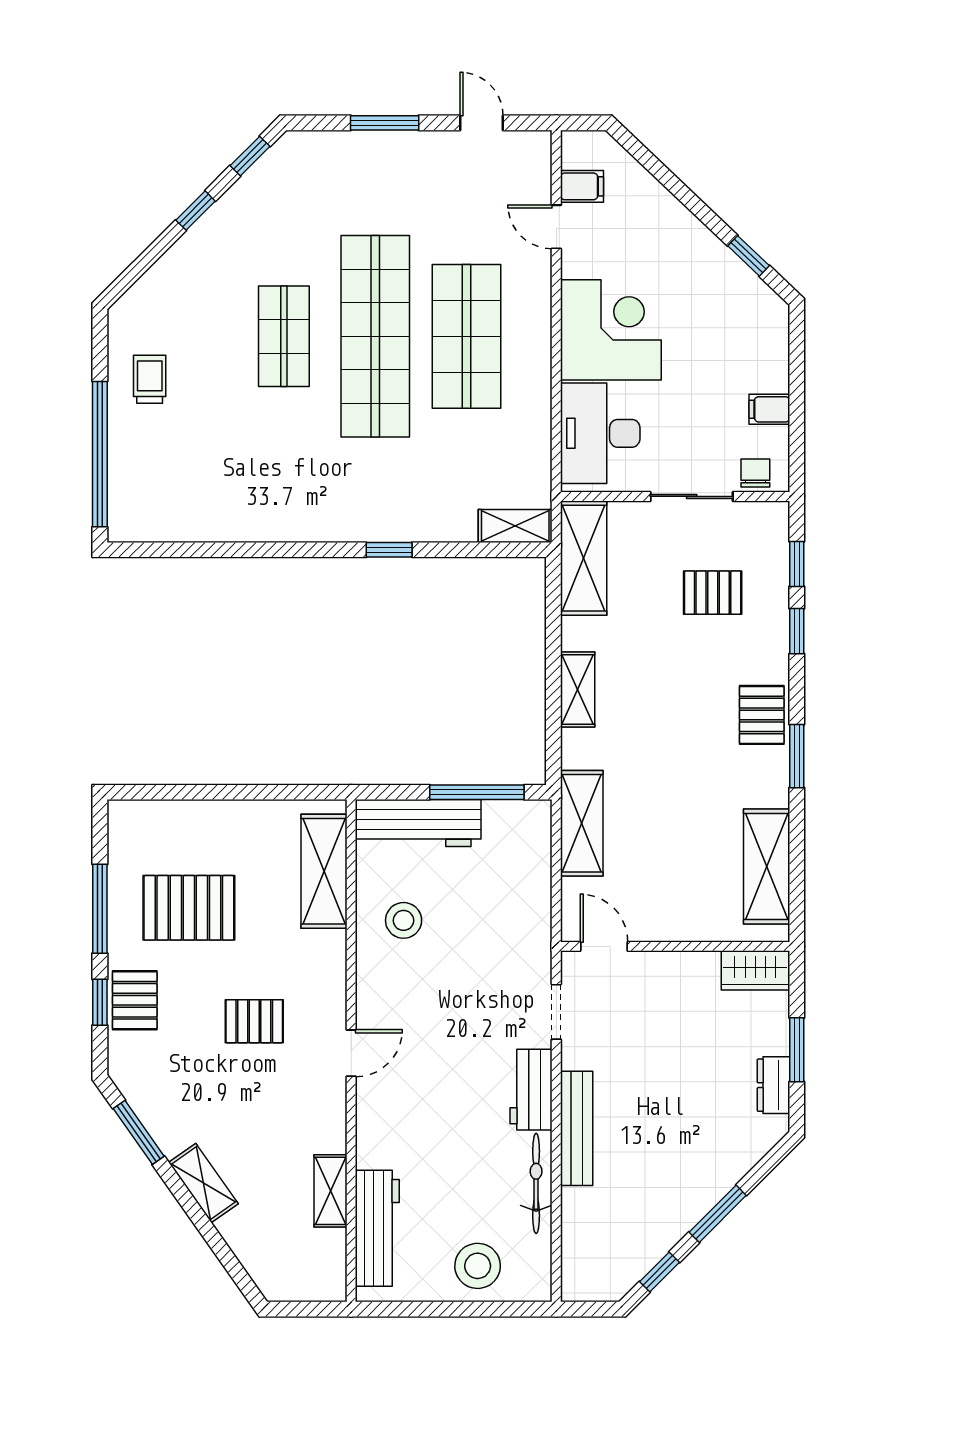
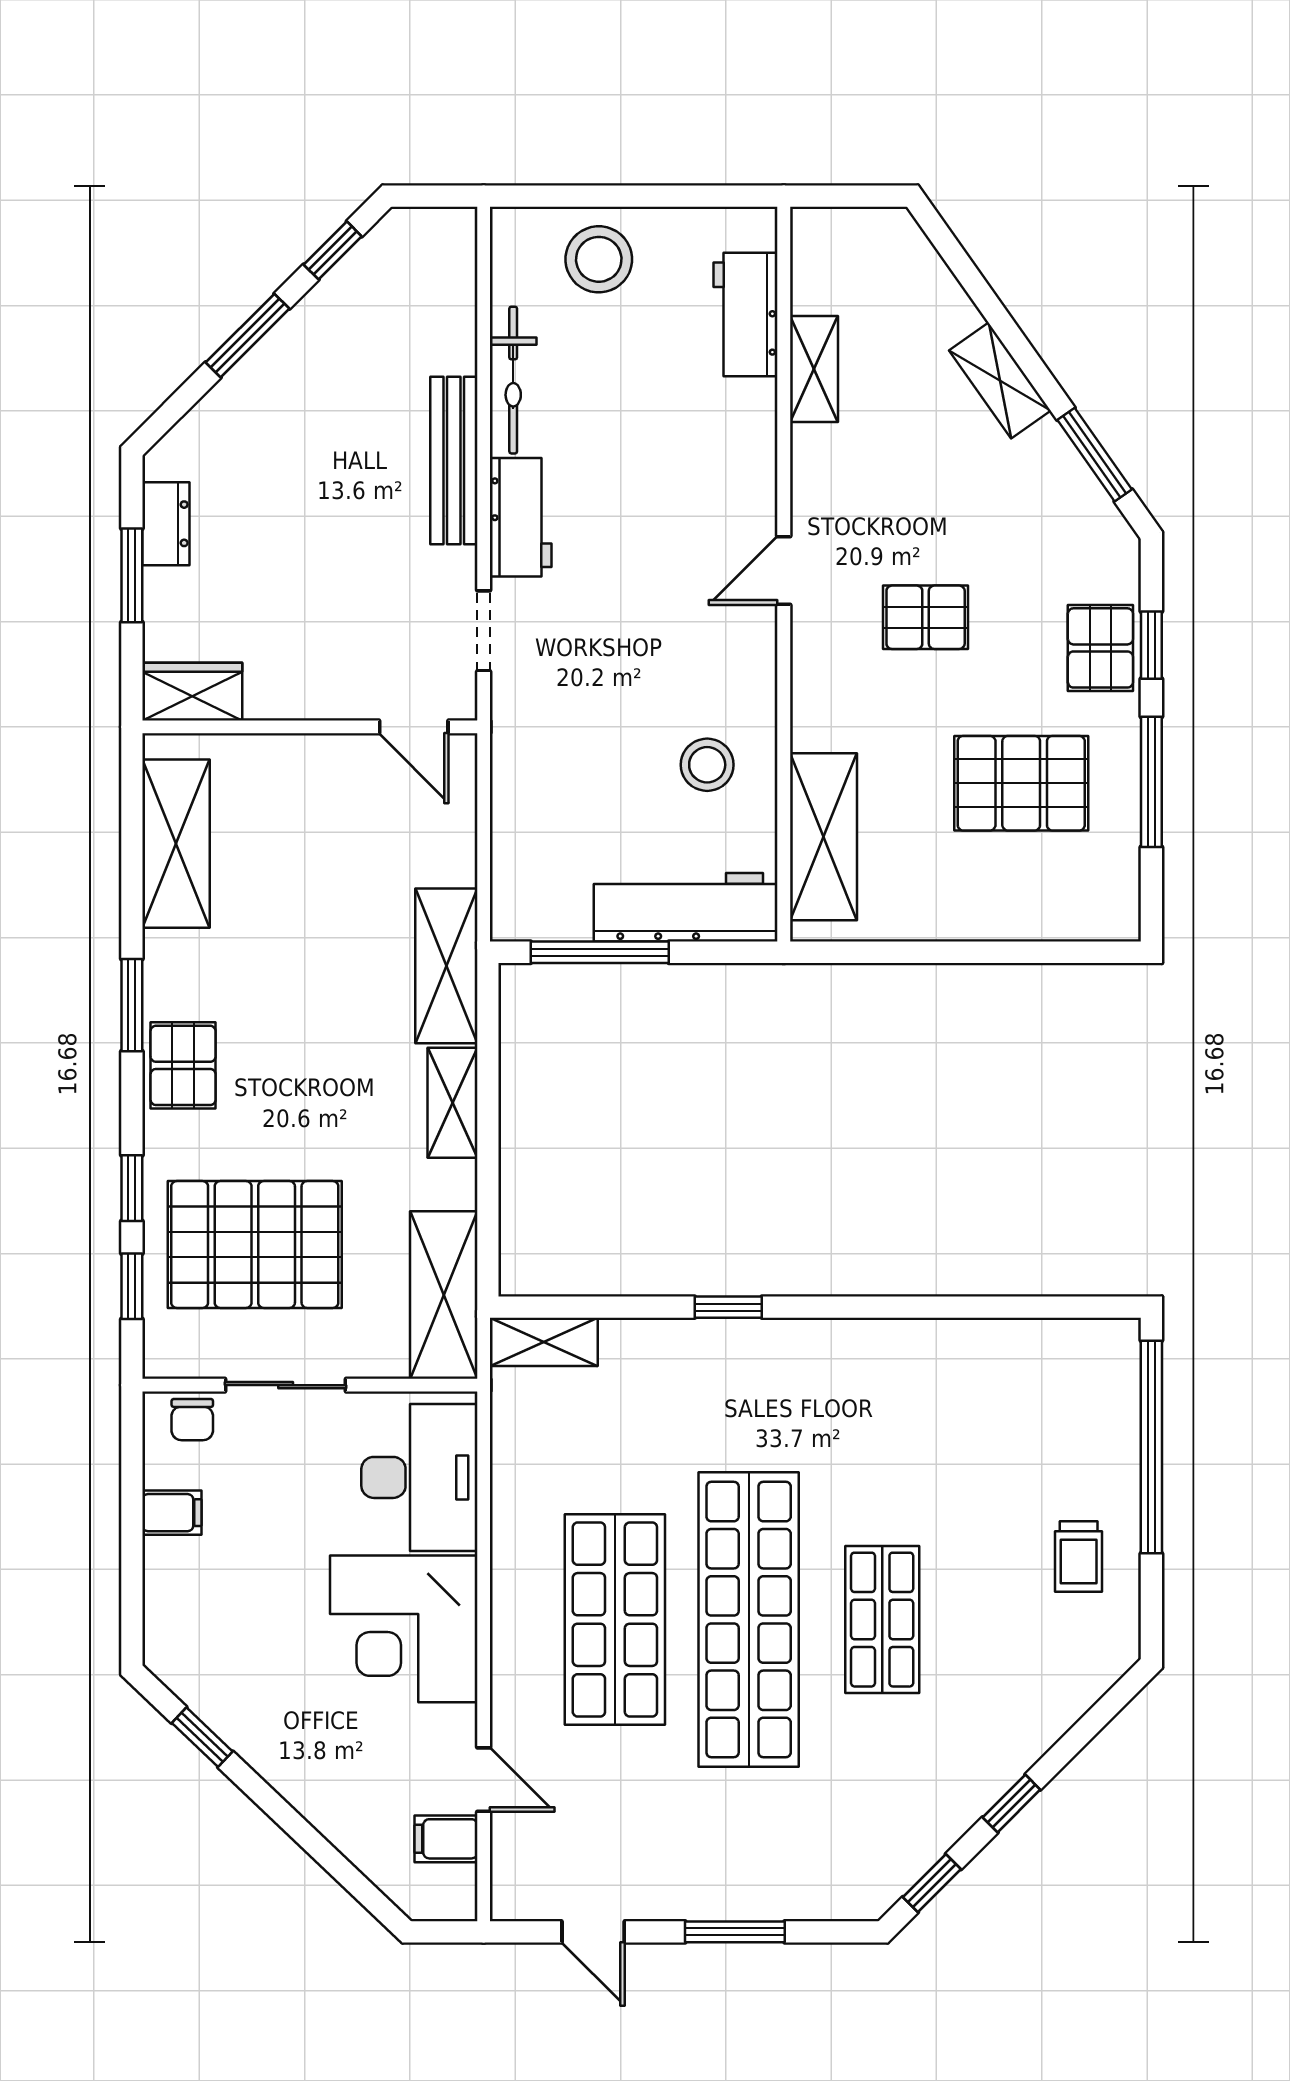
pallet: (713, 593) -> (255, 1244), width x2.05, depth x2.00
shelving: (582, 823) -> (446, 966), moved
workbench: (377, 1228) -> (745, 314), width x0.73

